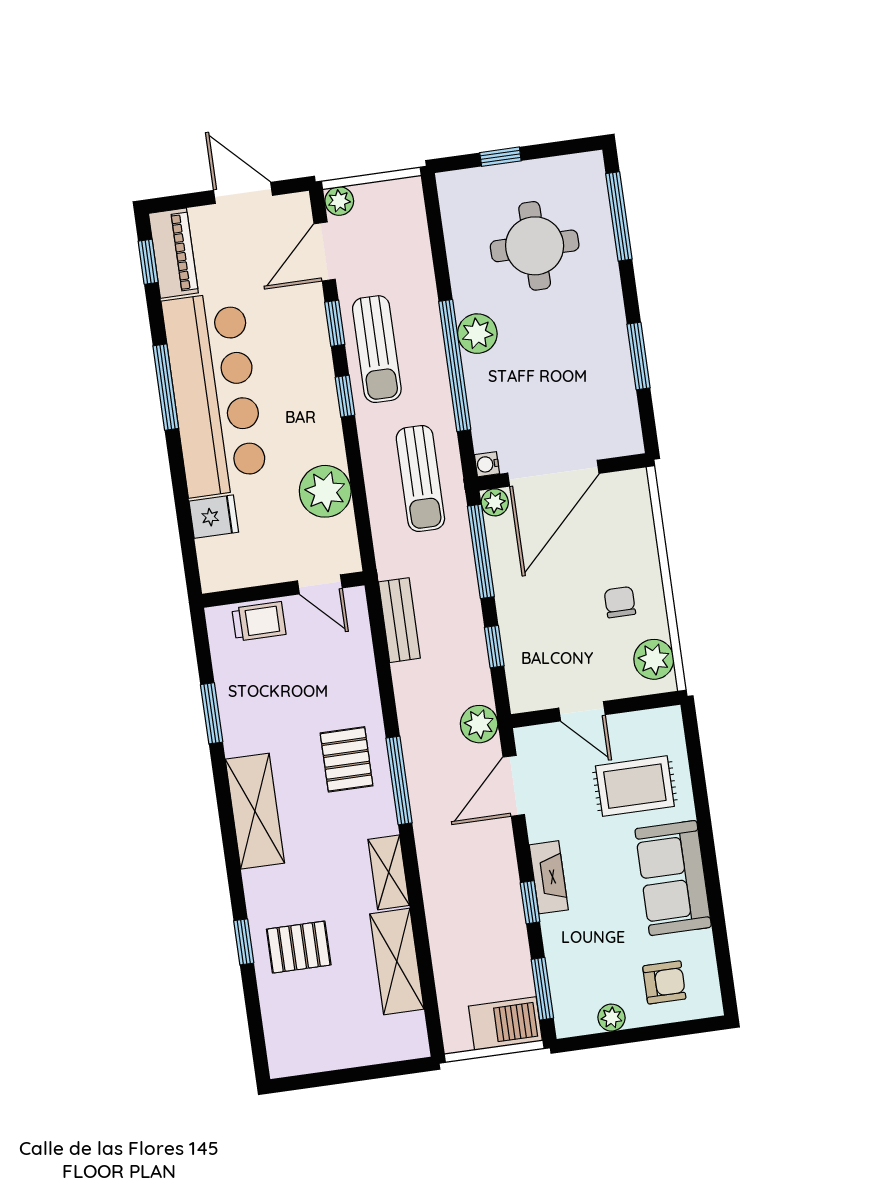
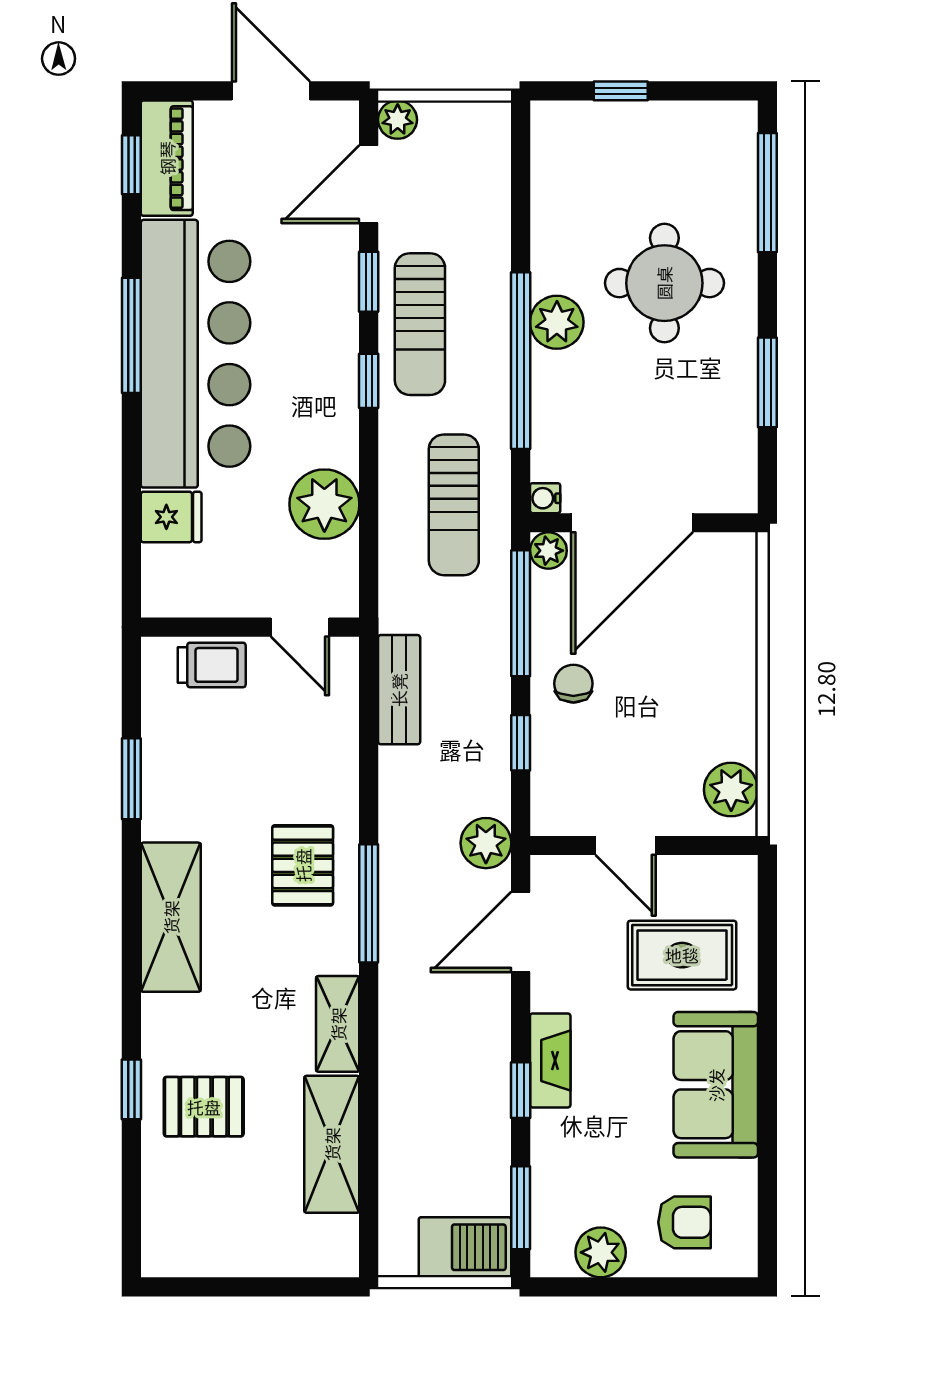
round table: (535, 246) -> (664, 283), moved
chair: (620, 602) -> (573, 684), moved
plant: (612, 1018) -> (601, 1252), width x1.38, depth x1.38

